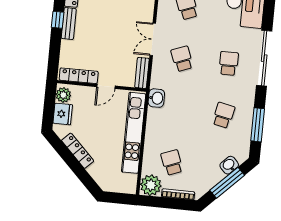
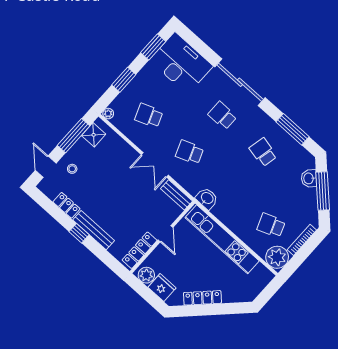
bench: (69, 24) -> (94, 230), width x1.36

